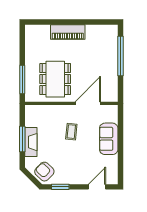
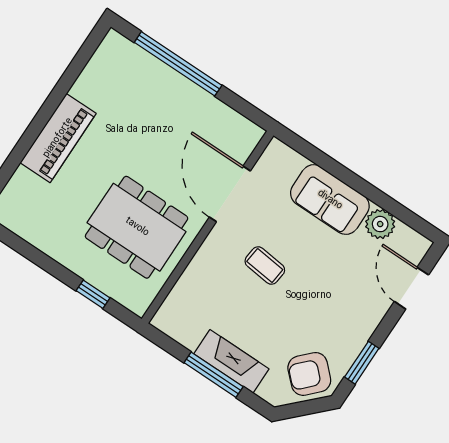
window: (22, 79) -> (93, 294), width x0.46
plant: (112, 162) -> (380, 224), added

